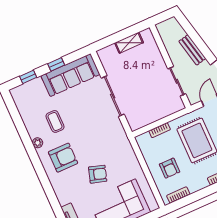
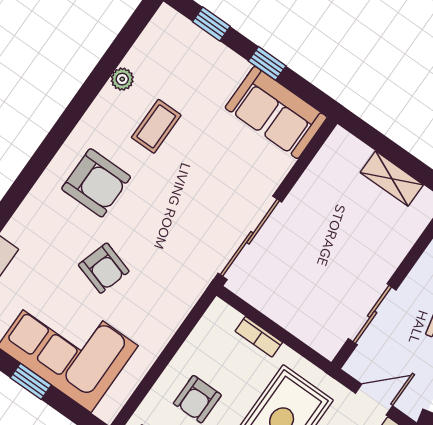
sofa: (70, 75) -> (276, 112), width x0.73
sliding door: (113, 96) -> (250, 238), moved
plant: (38, 143) -> (122, 79), moved

